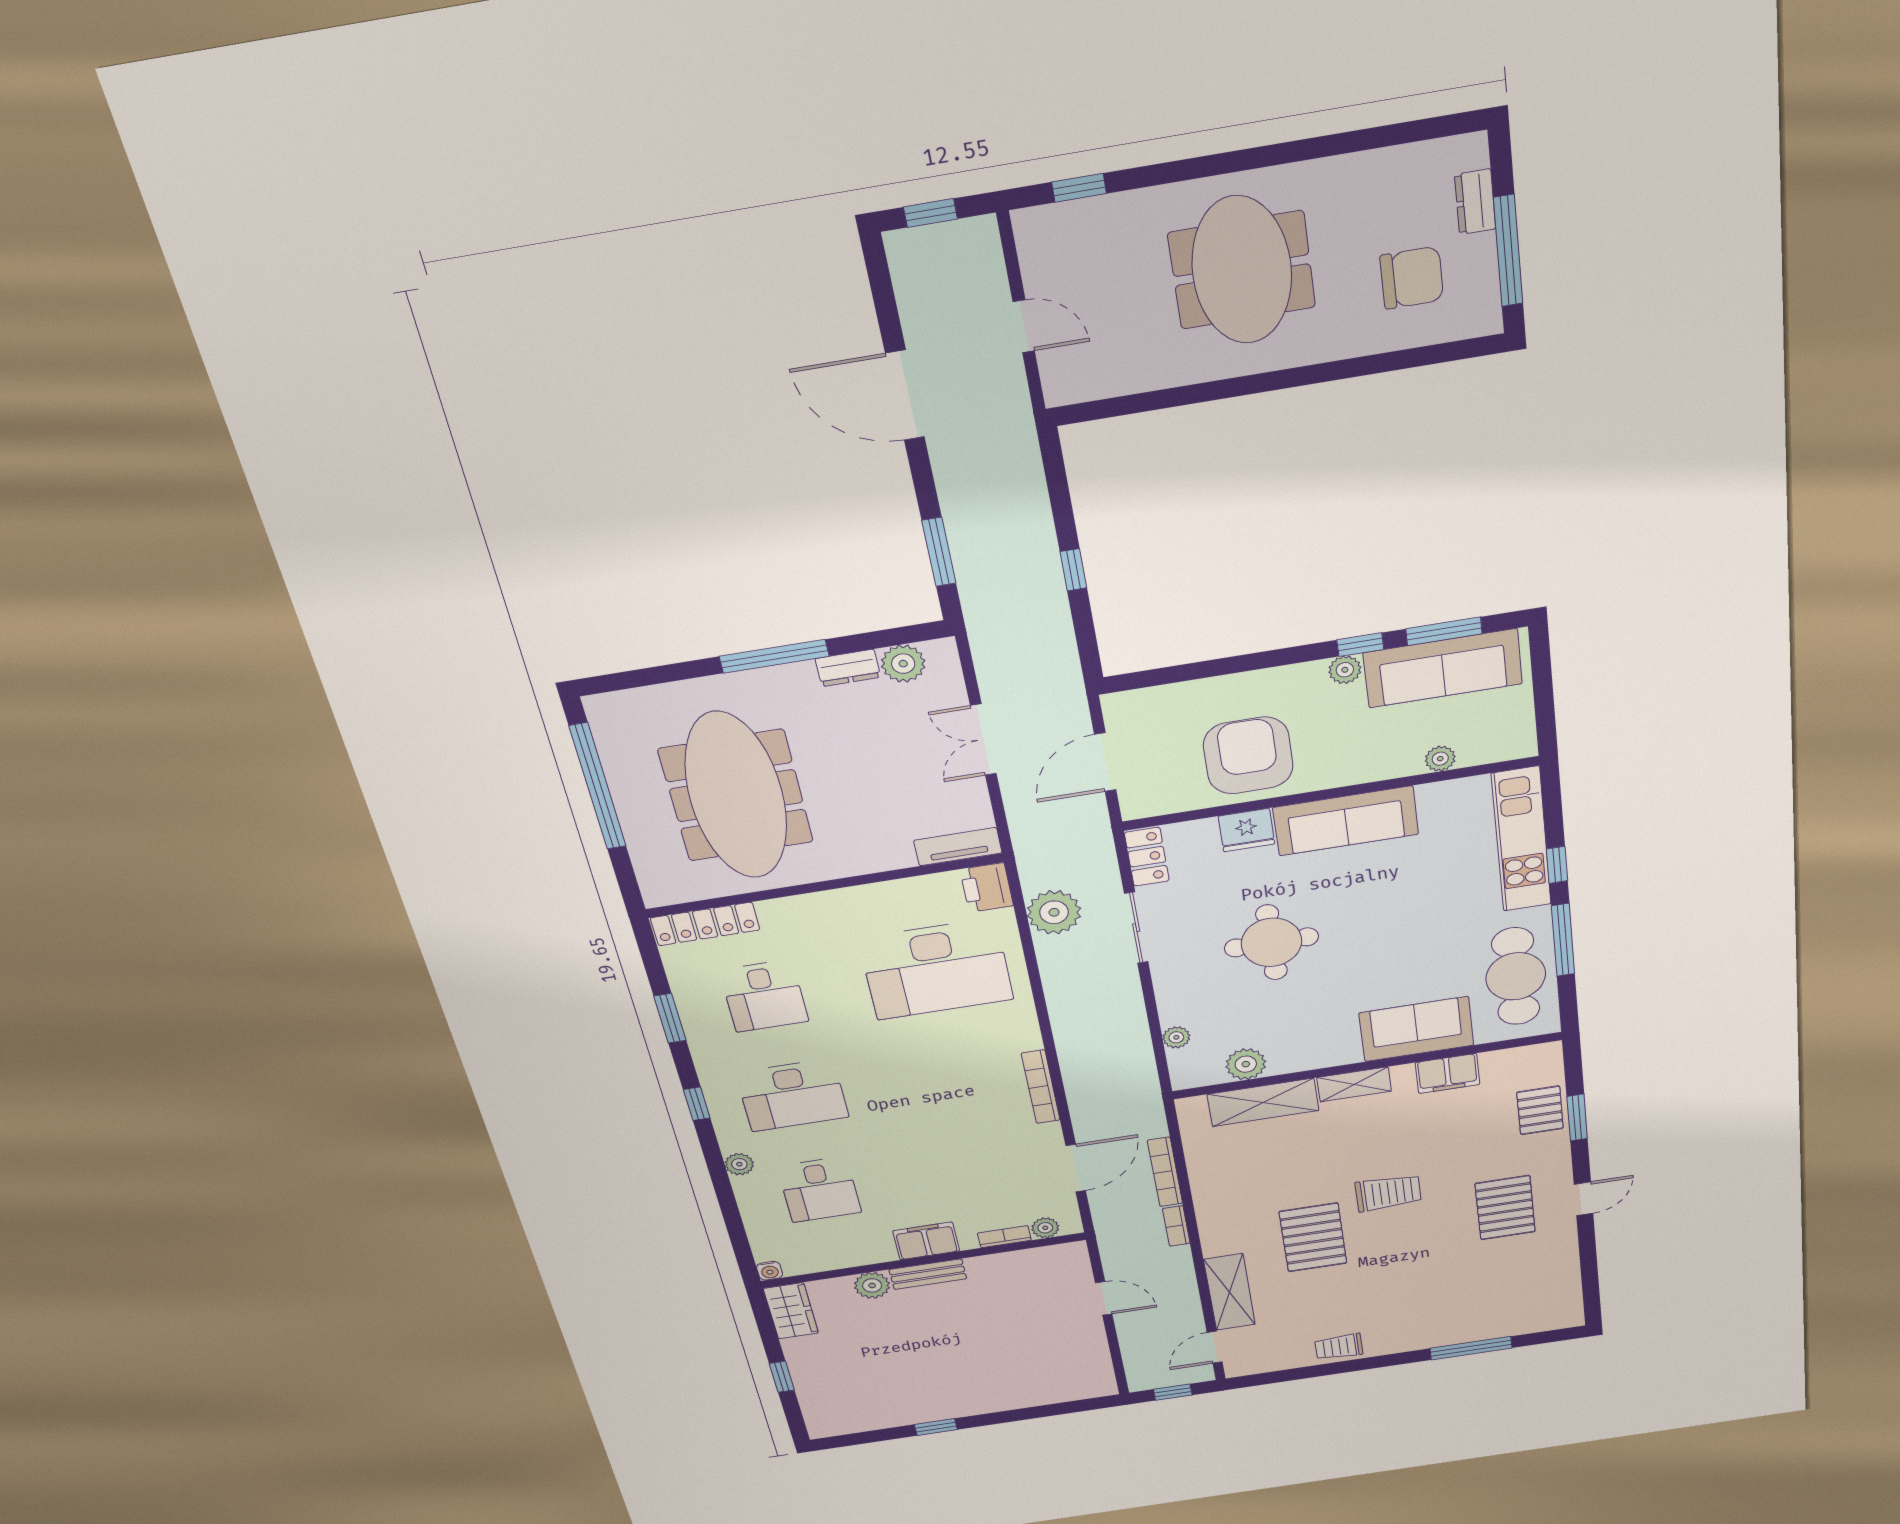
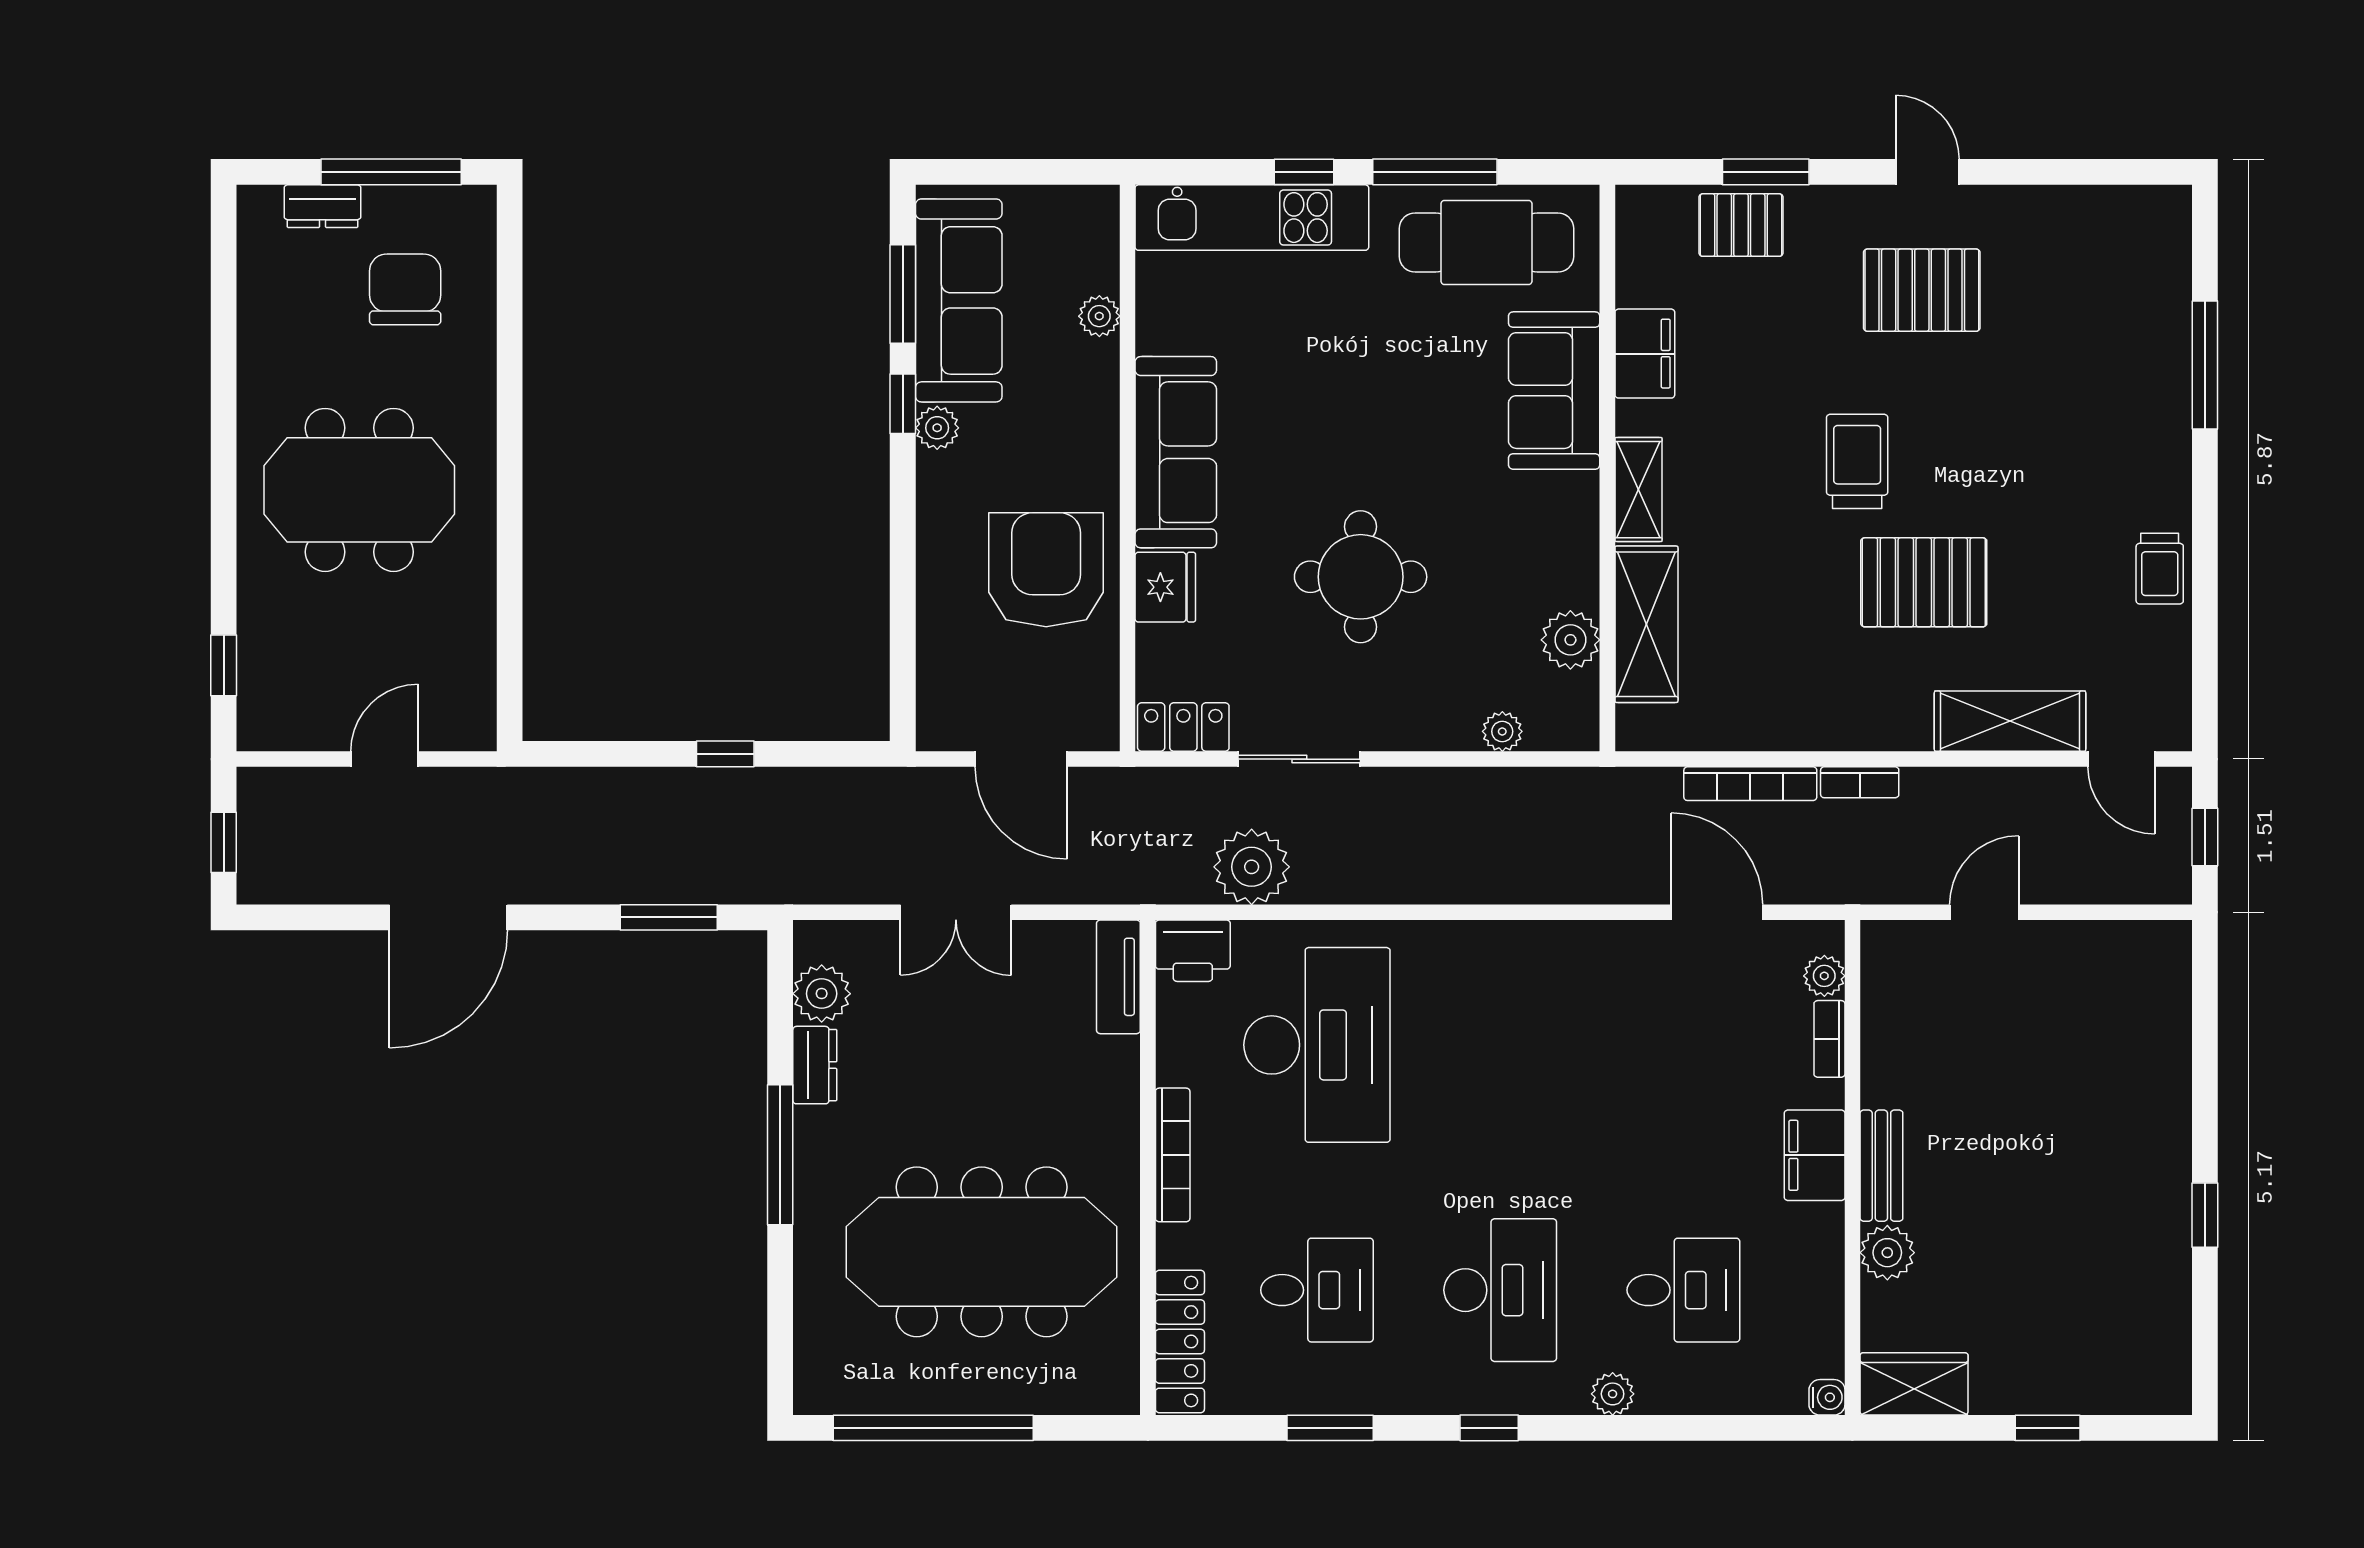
armchair: (1248, 756) -> (1046, 570), turned 90
bookcase: (1041, 1087) -> (1173, 1155), moved, turned -90

